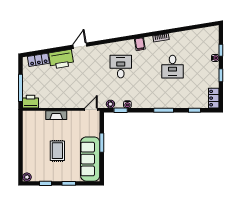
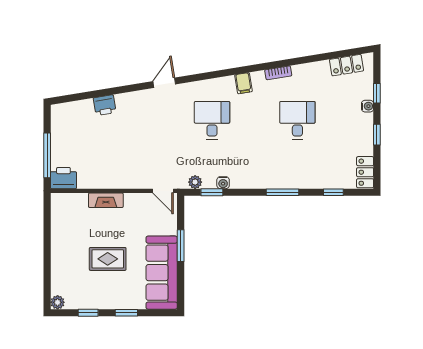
door: (80, 46) -> (164, 83), moved
printer: (61, 59) -> (105, 105), width x0.53, depth x0.68
locker: (38, 60) -> (347, 65), moved
desk: (173, 67) -> (297, 120), turned 180
door: (91, 109) -> (163, 191), swing flipped
rug: (57, 151) -> (108, 259), turned 90

